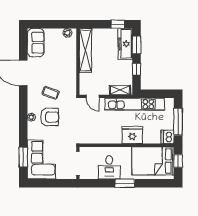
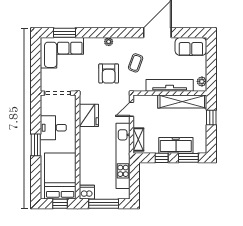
window: (118, 24) -> (211, 118), moved
freezer: (125, 44) -> (176, 145), moved
tv unit: (71, 62) -> (170, 85), added
armchair: (50, 117) -> (109, 73), moved
fridge: (132, 135) -> (89, 115), moved

